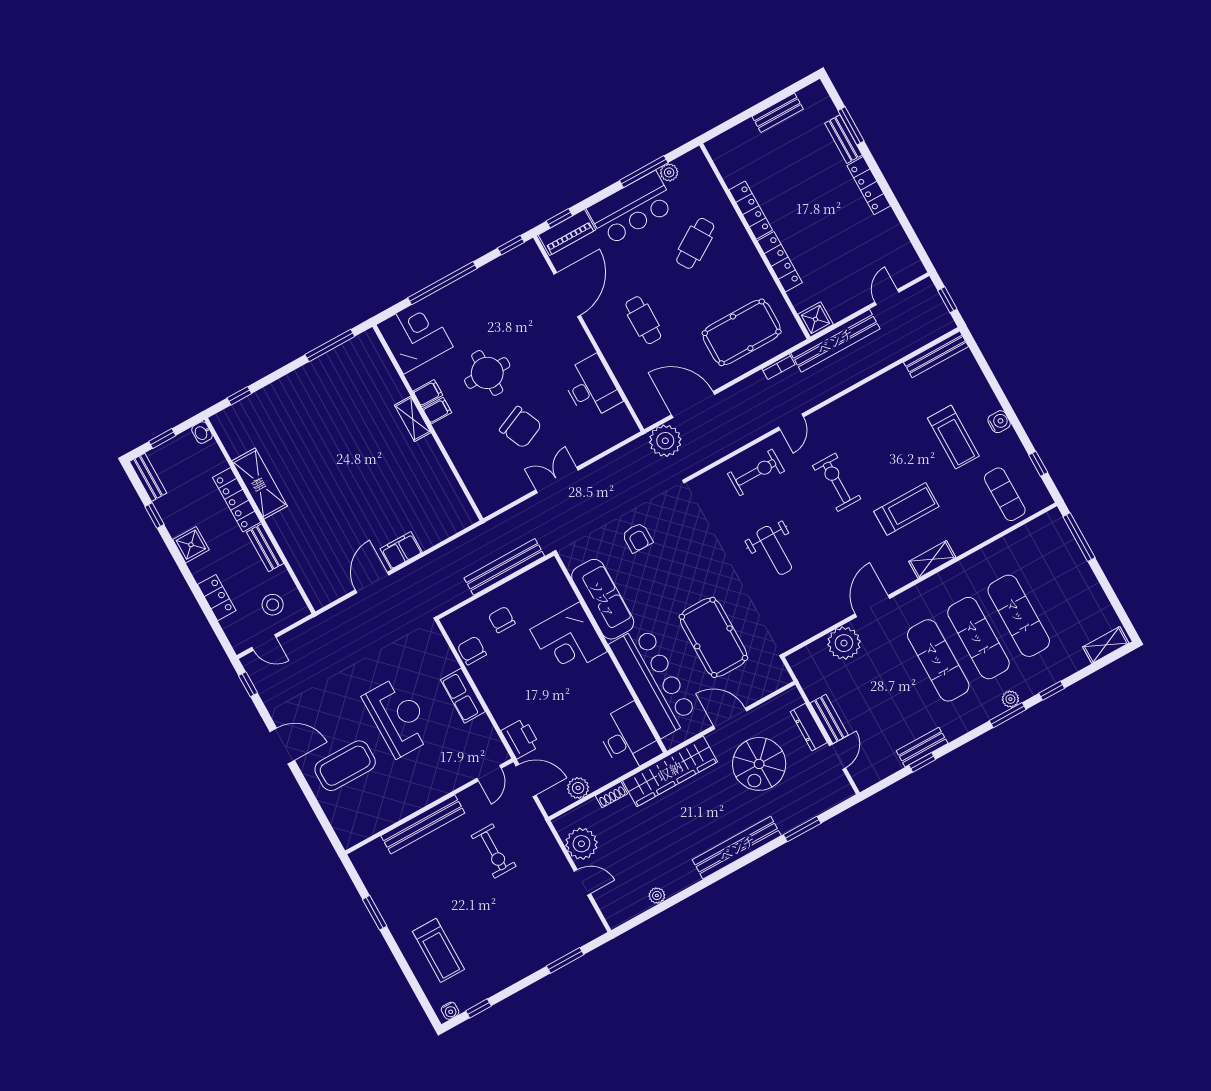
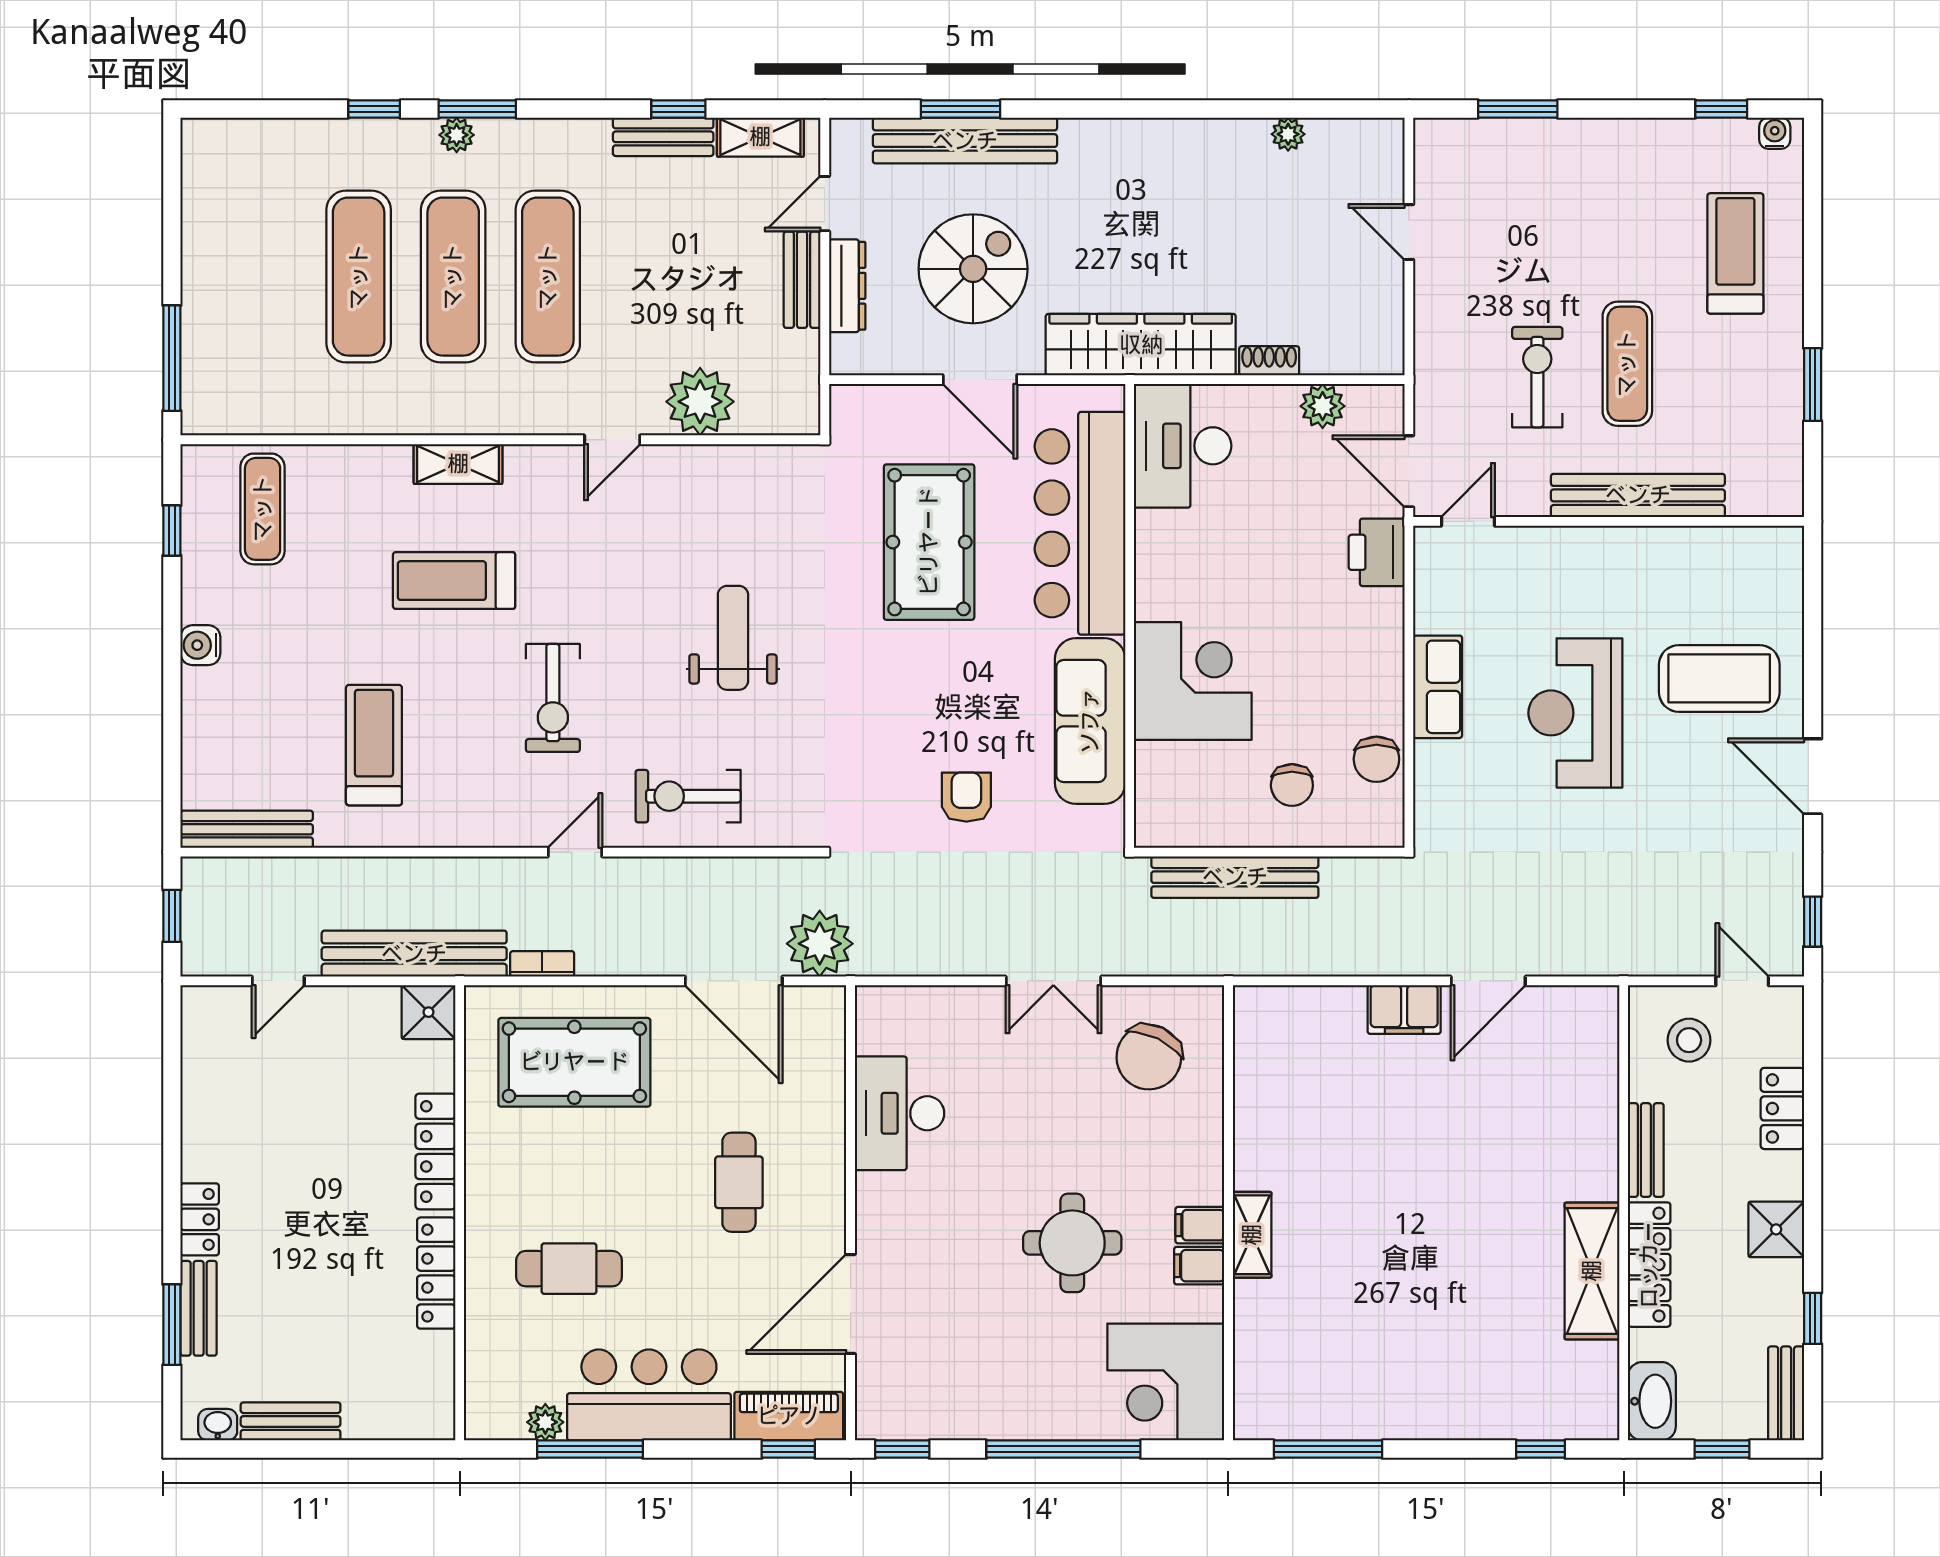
washbasin: (808, 94) -> (218, 1425), added
locker: (869, 186) -> (200, 1219), width x0.66
cafe table: (695, 243) -> (569, 1269), turned 32
chair: (521, 427) -> (1149, 1057), moved, turned -130
washbasin: (202, 433) -> (1652, 1401), width x1.91, depth x1.45
treadmill: (953, 437) -> (374, 745), moved
door: (872, 606) -> (612, 440), width x0.73
shelving: (1106, 645) -> (760, 137), moved
plant: (581, 844) -> (1372, 302), removed
bench: (737, 848) -> (965, 141), moved
exercise mat: (458, 878) -> (1627, 364), added

